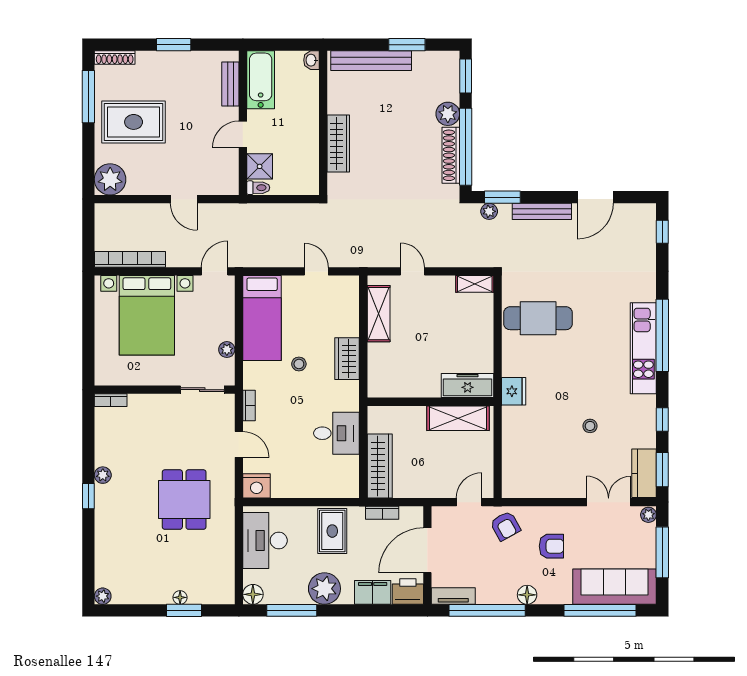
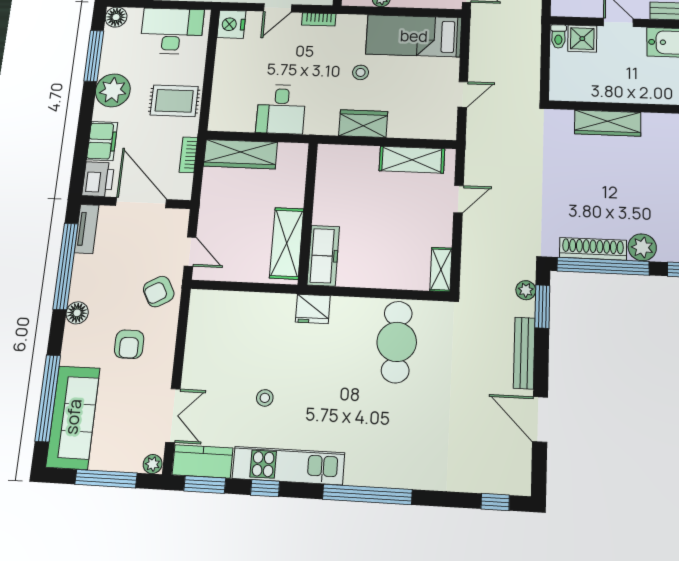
kitchen unit: (643, 348) -> (288, 466), moved

